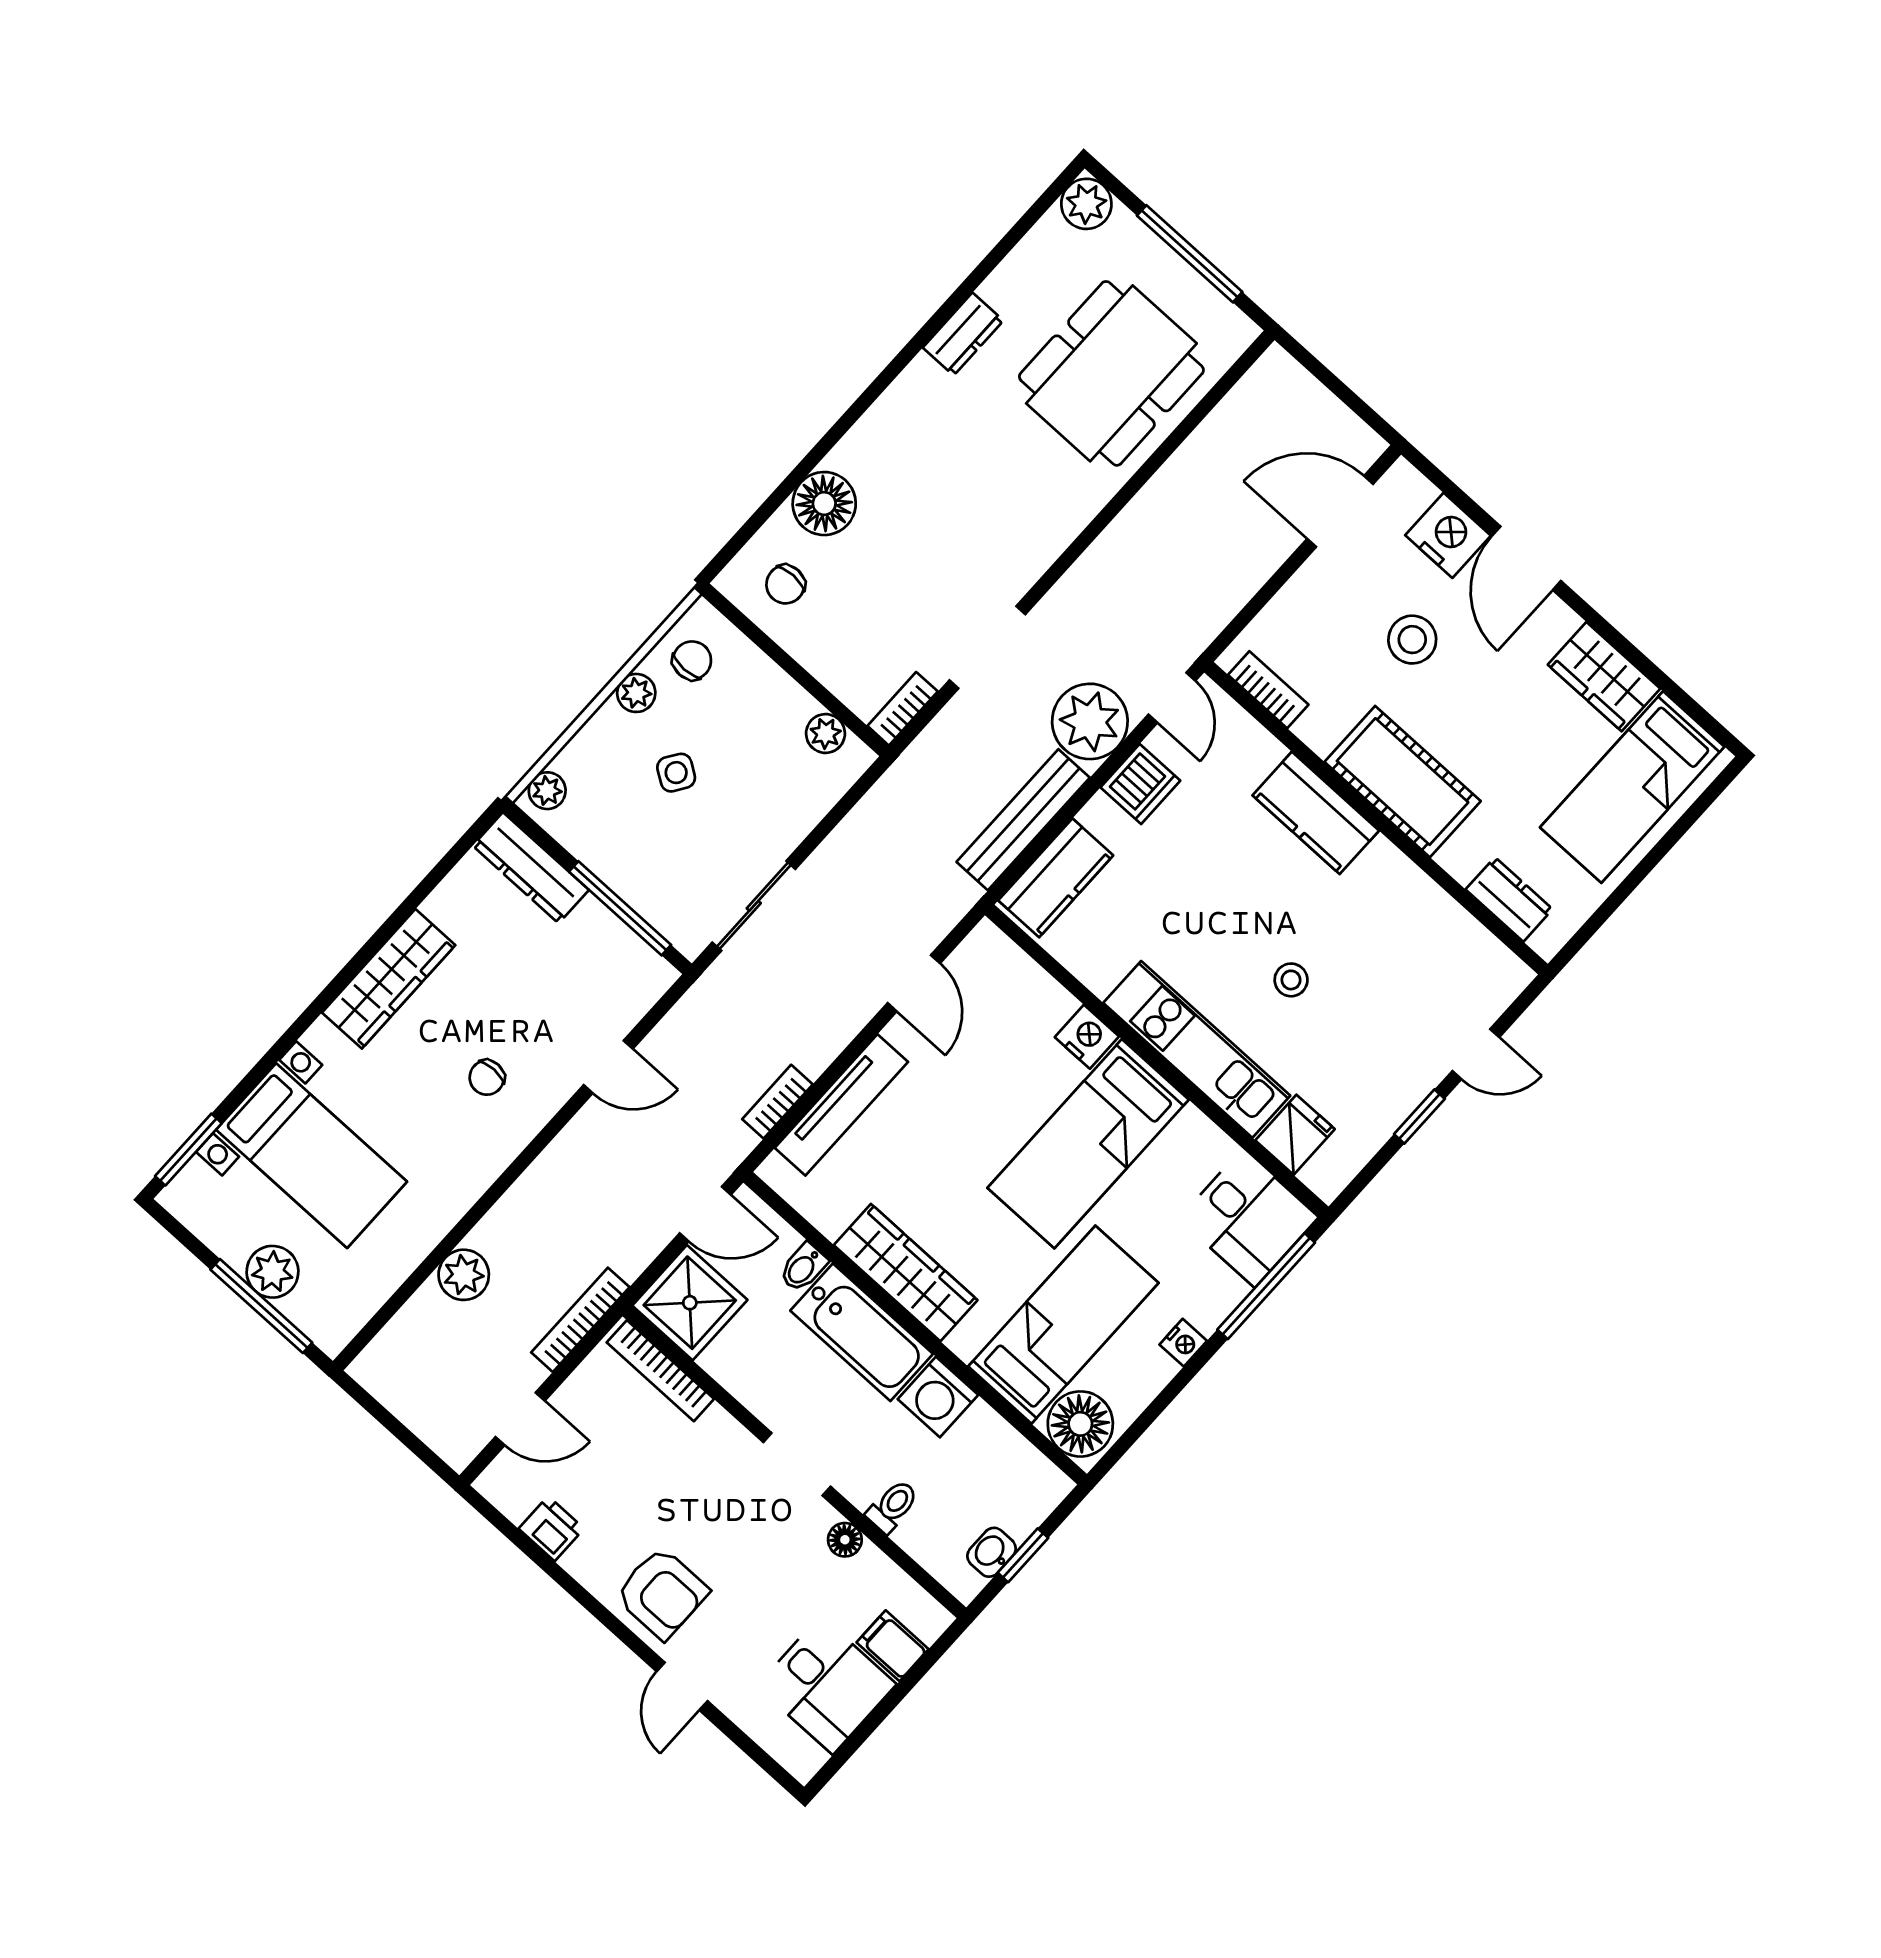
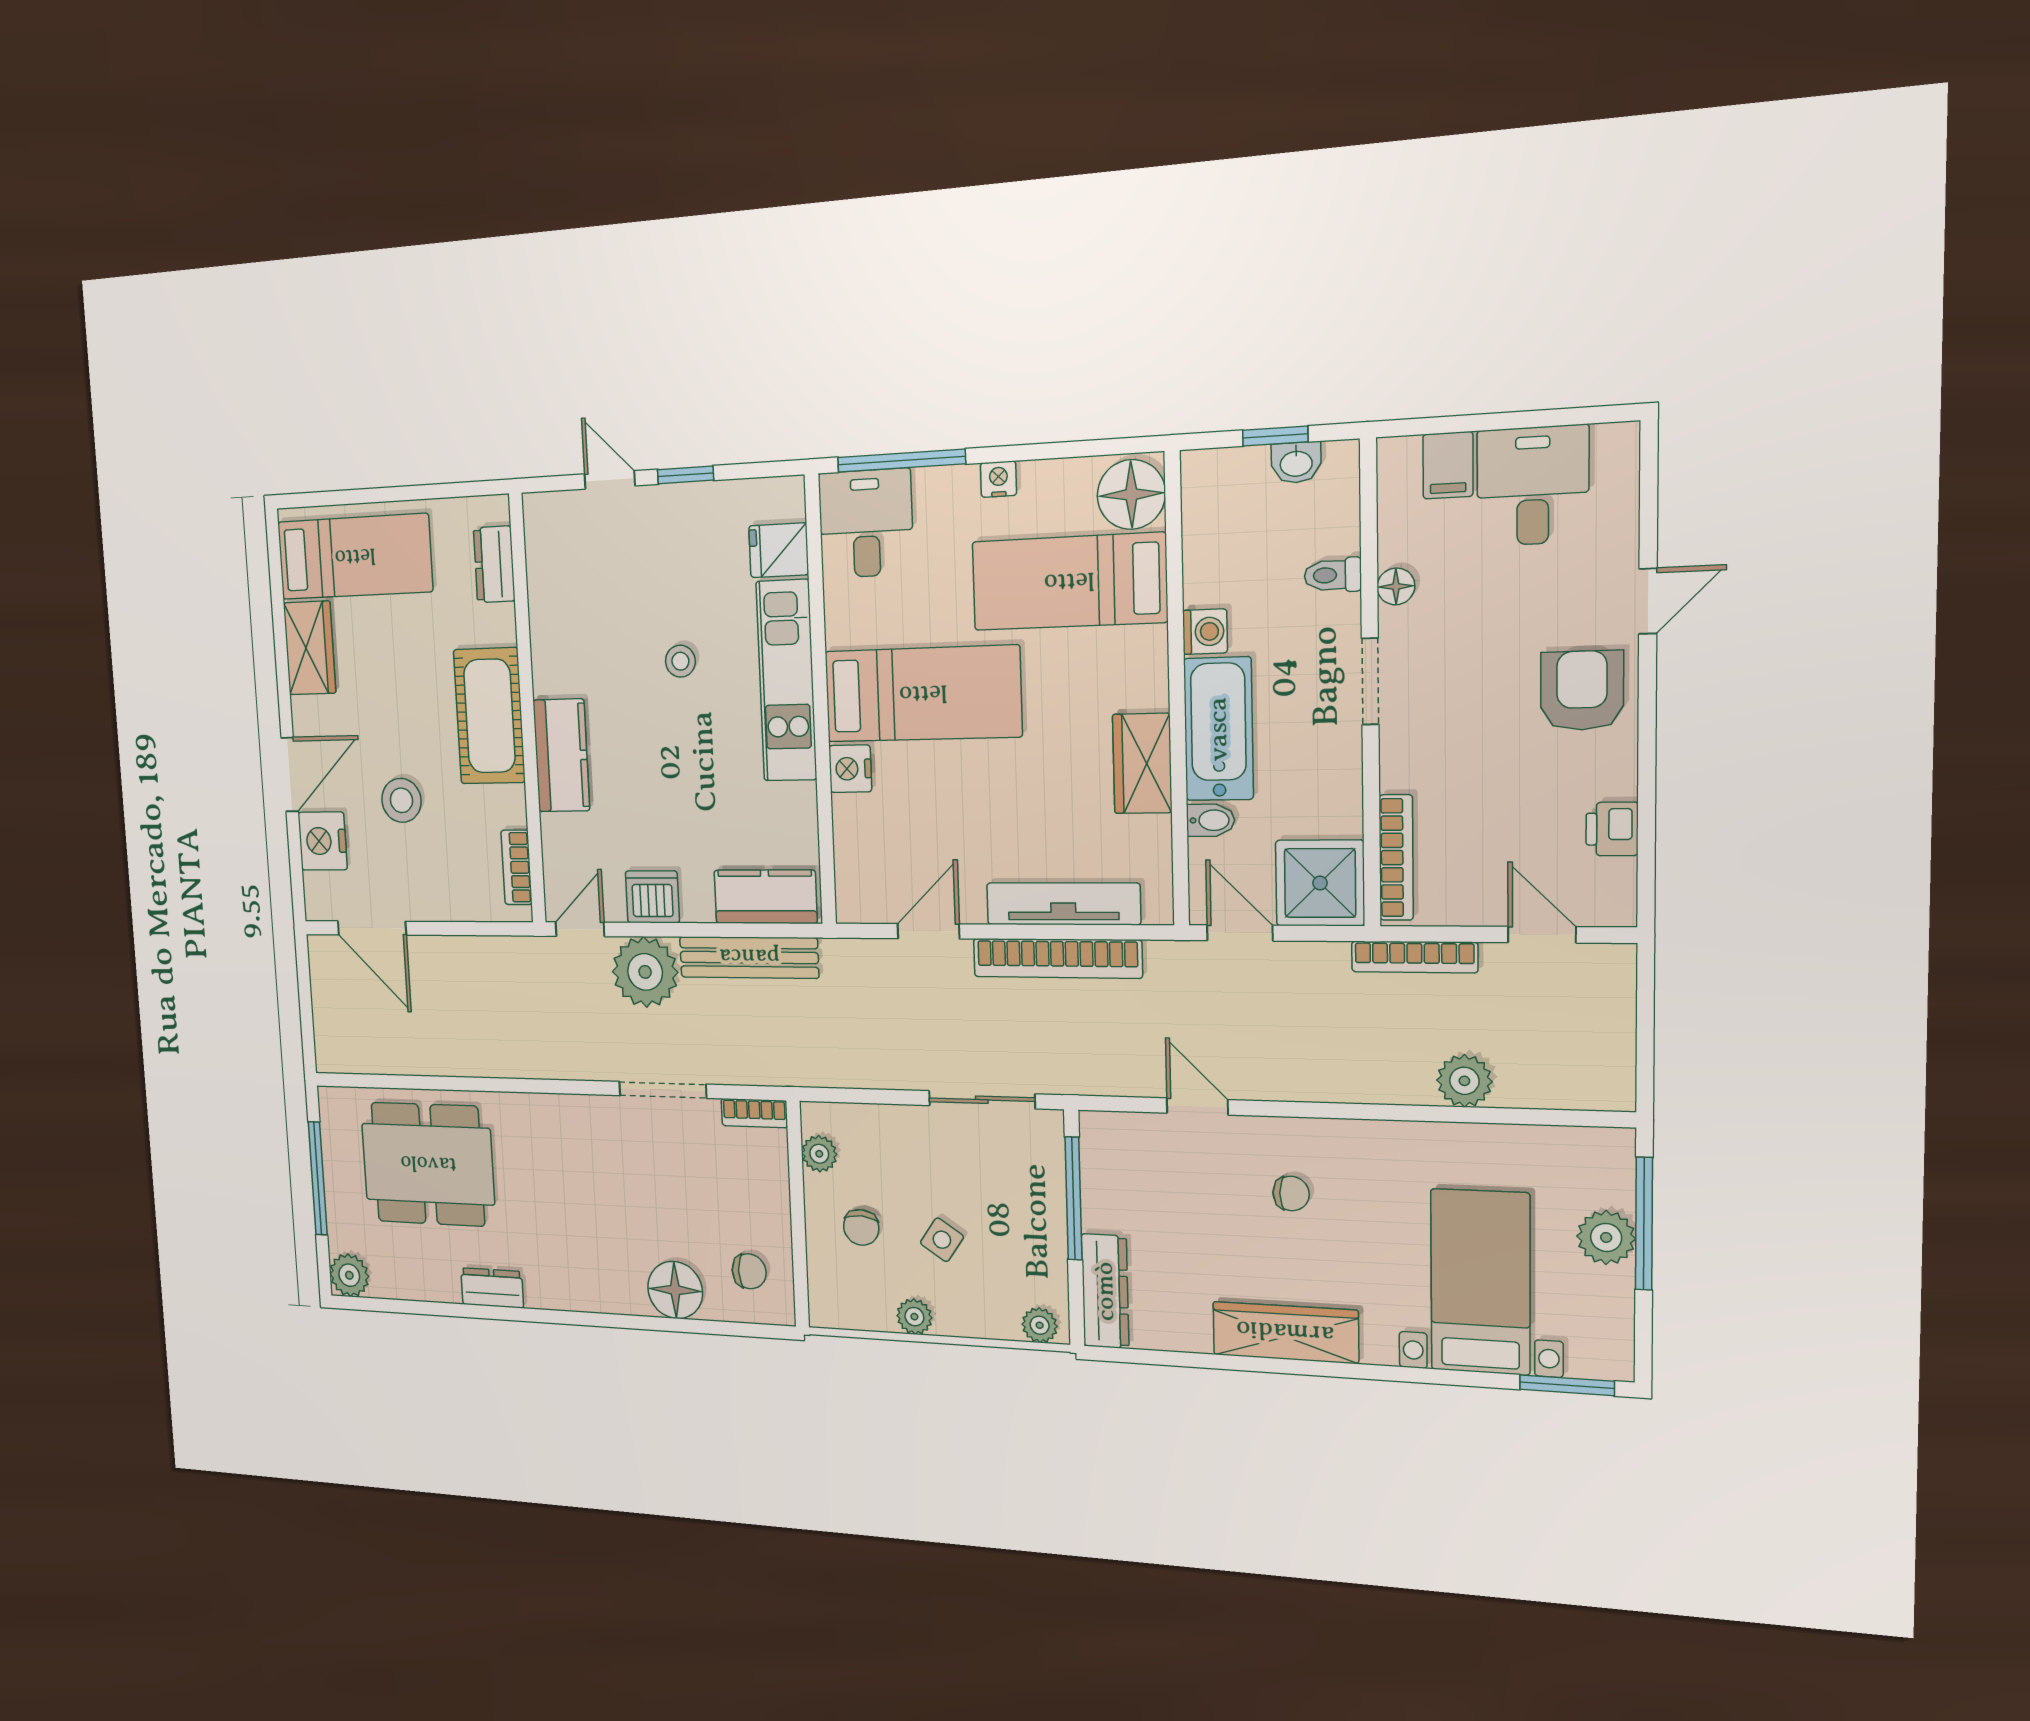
chair: (692, 660) -> (861, 1227), moved, turned -86
bookcase: (777, 1102) -> (1057, 958), width x2.31, depth x1.31
wardrobe: (906, 1273) -> (1142, 763), width x0.67
washing machine: (938, 1397) -> (1205, 632), width x0.73, depth x0.73

